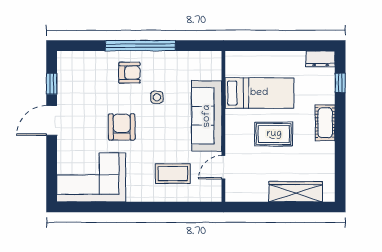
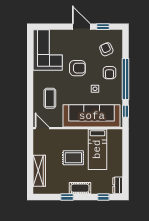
window: (195, 46) -> (125, 111), added
armchair: (90, 78) -> (106, 49), added
sofa: (207, 116) -> (92, 116), width x1.36, depth x1.27
rug: (274, 134) -> (73, 158), turned 90
window: (340, 145) -> (67, 197), added
door: (223, 167) -> (42, 128), moved

